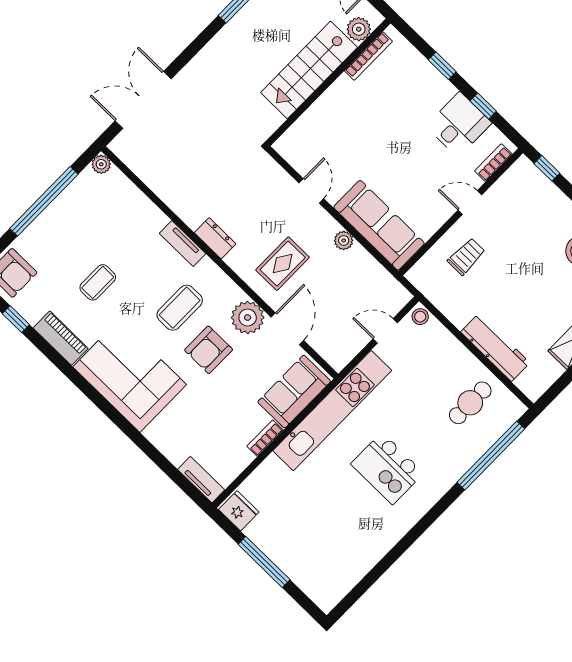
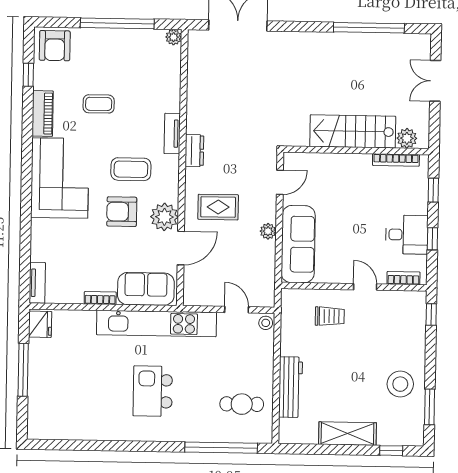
plant: (359, 29) -> (407, 138), moved
bookcase: (368, 56) -> (396, 160), moved
stairs: (309, 70) -> (353, 131), moved
wall: (328, 82) -> (356, 150), moved

